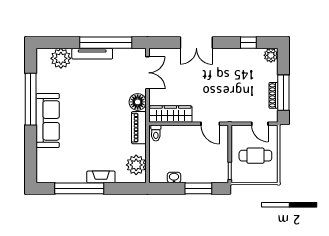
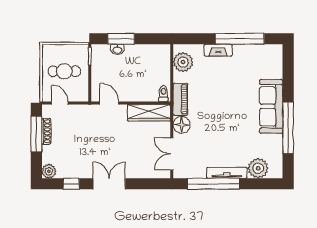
double door: (196, 43) -> (109, 184), moved
washbasin: (174, 177) -> (117, 50), moved

